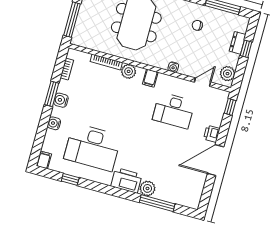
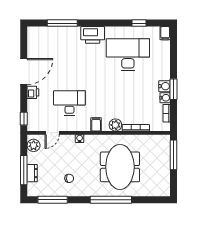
window: (246, 49) -> (24, 170), width x2.17
water cooler: (54, 123) -> (165, 98), moved
plant: (147, 188) -> (73, 33), removed

